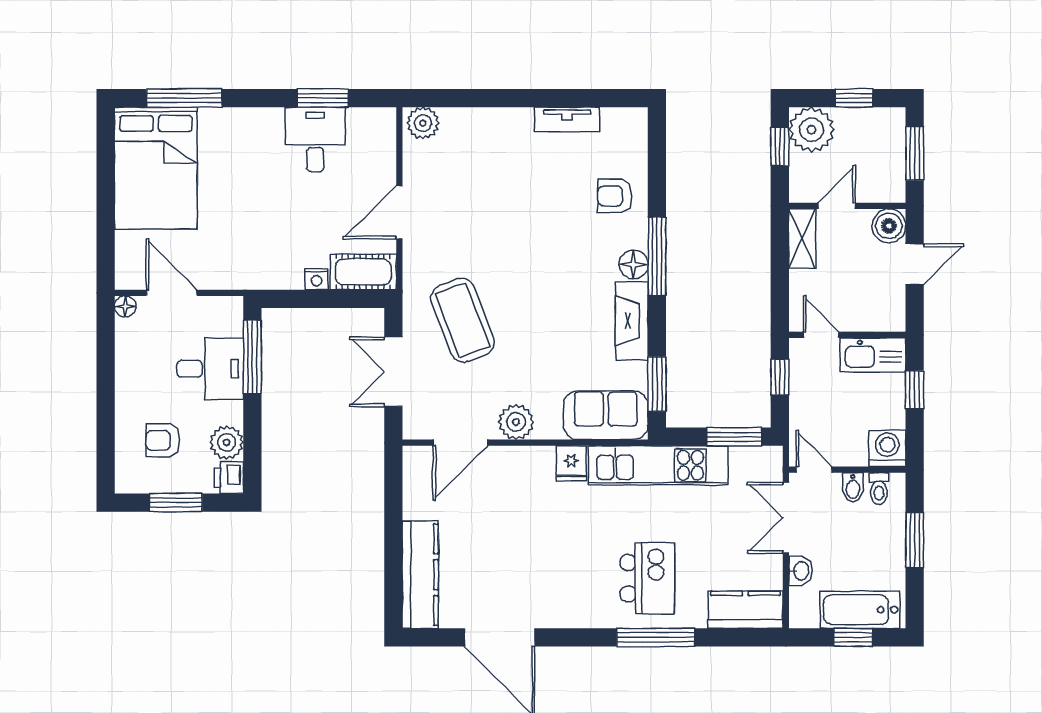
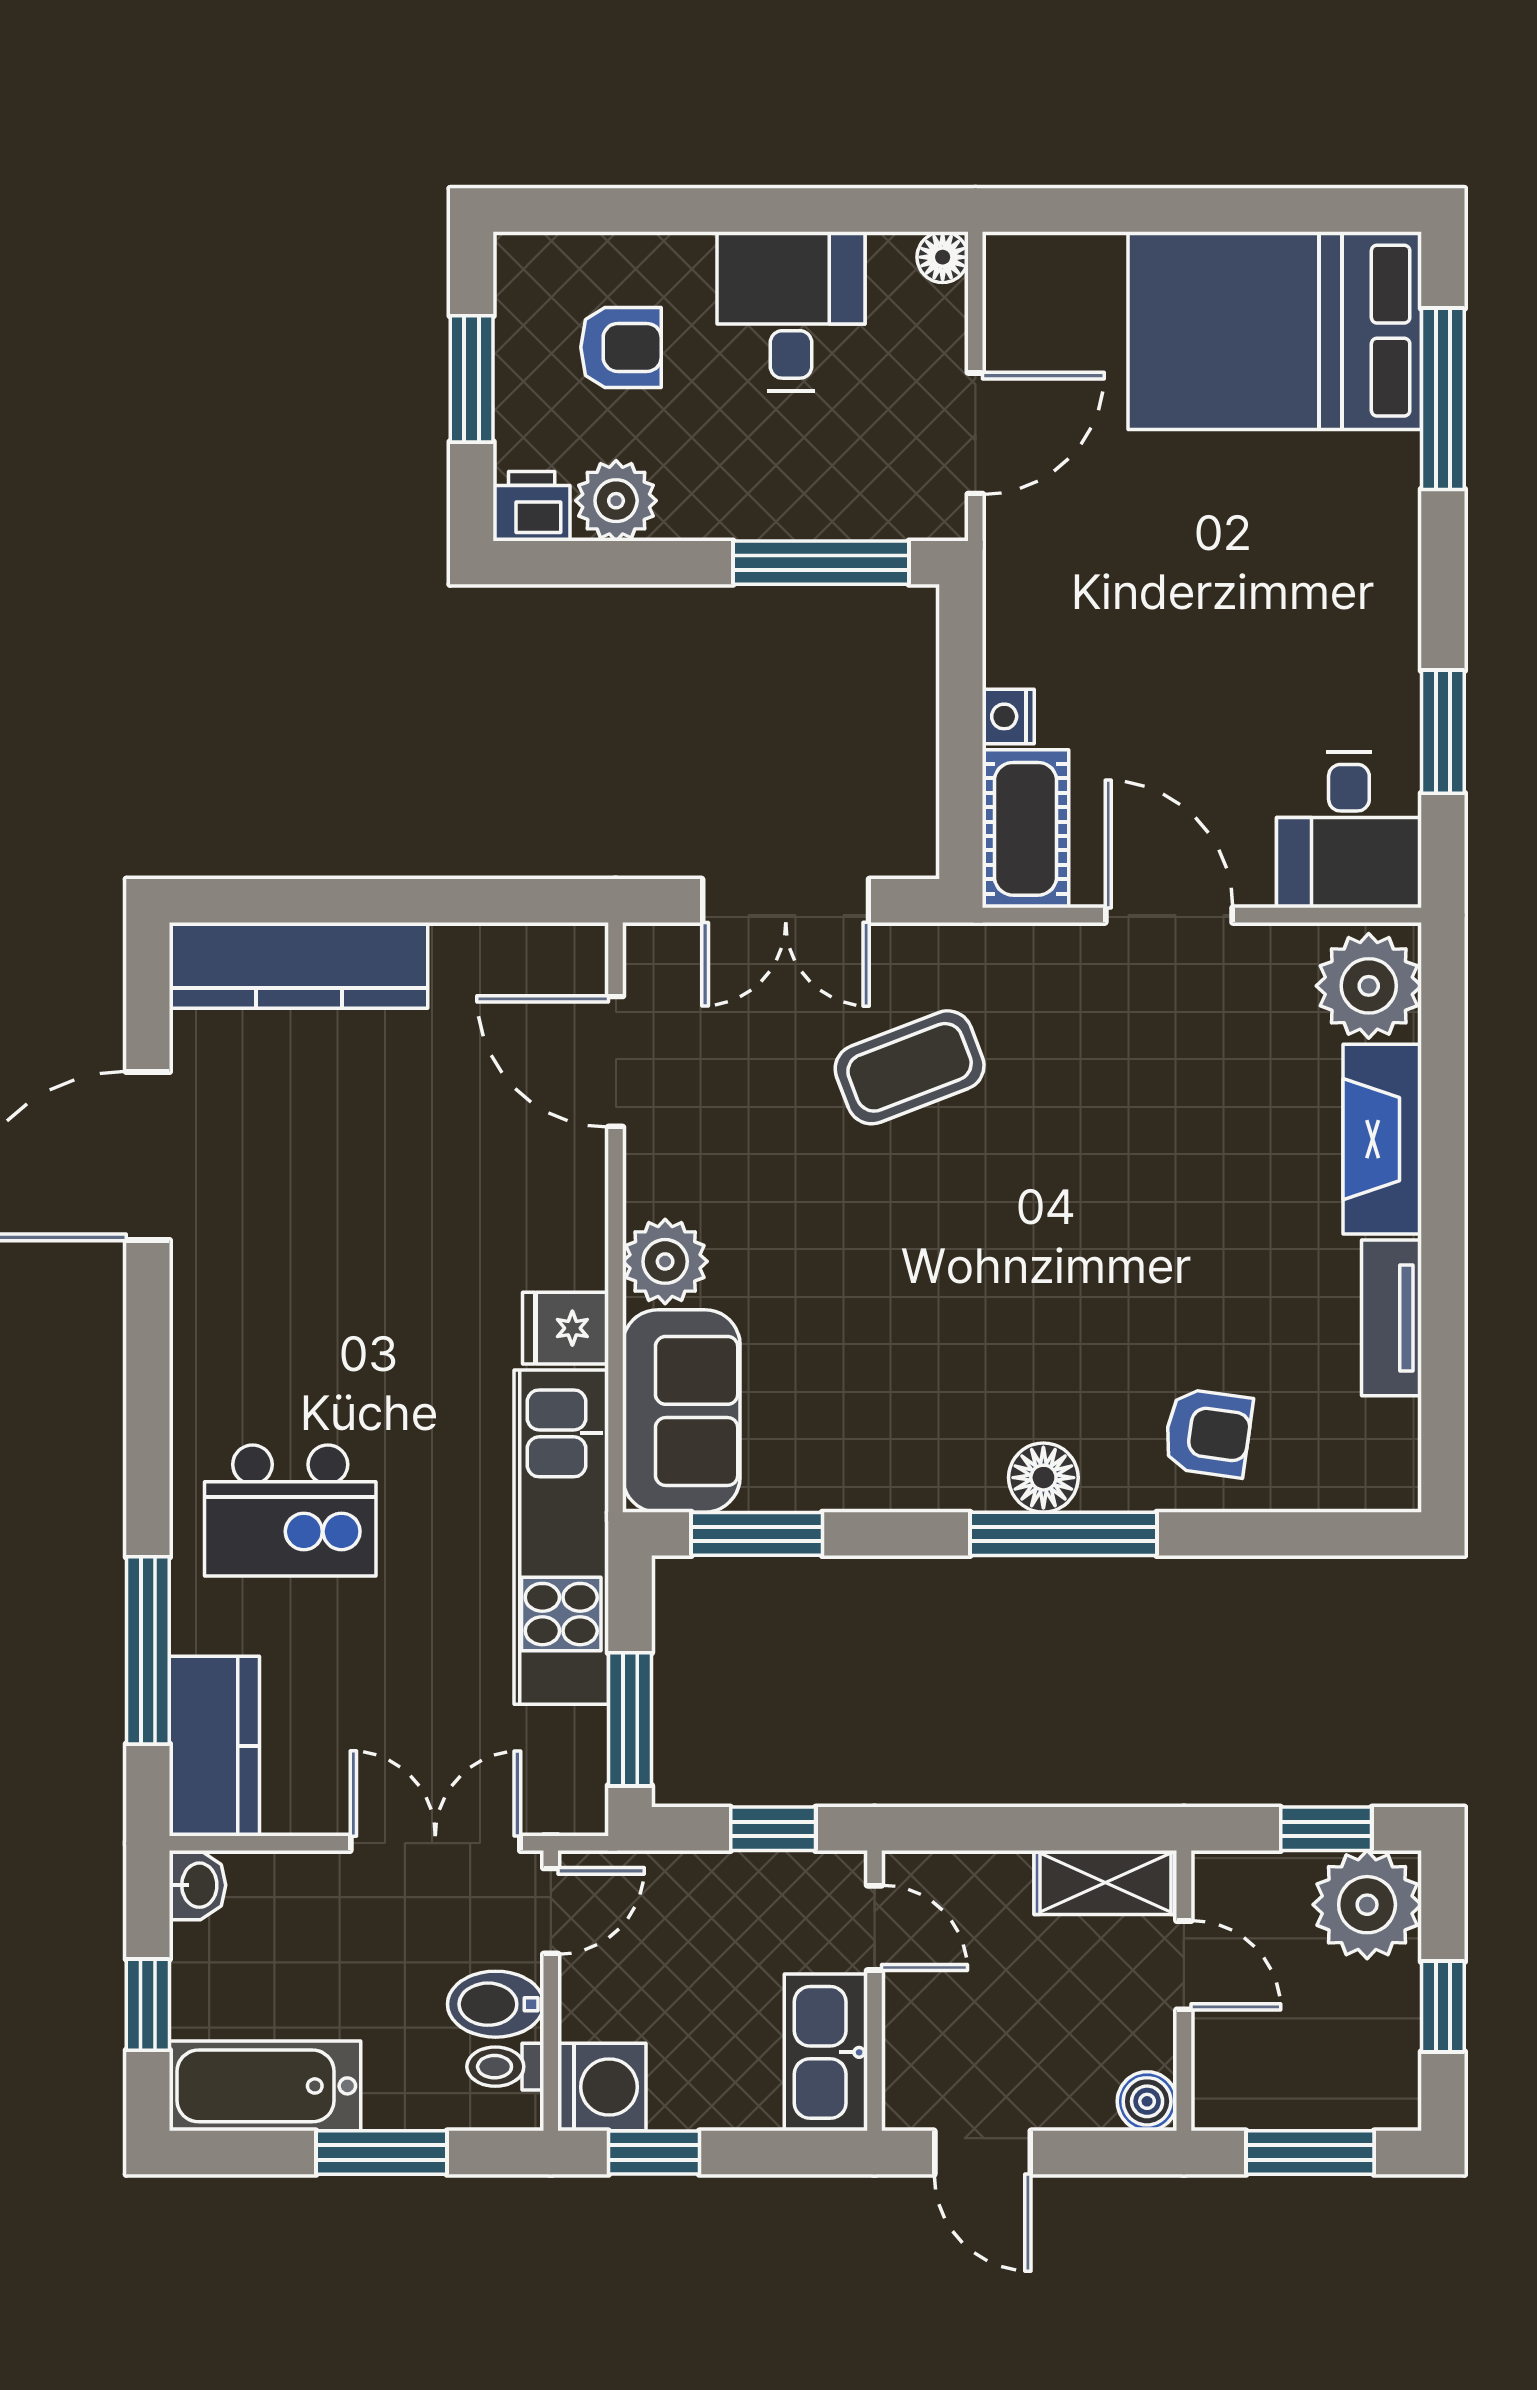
plant: (423, 123) -> (1369, 986), width x1.36, depth x1.36
desk: (315, 140) -> (1349, 830), moved, turned 90
armchair: (615, 196) -> (1208, 1433), turned 98
boiler: (889, 226) -> (1147, 2101), width x0.73, depth x0.73
door: (915, 264) -> (983, 2153), moved
door: (172, 293) -> (975, 433), moved
coffee table: (463, 320) -> (910, 1067), width x0.73, depth x0.76
fireplace: (632, 321) -> (1382, 1139), moved, turned -90
door: (821, 335) -> (875, 1928), hinge flipped
desk: (210, 369) -> (791, 311), moved, turned 180
double door: (393, 372) -> (786, 901), swing flipped
window: (915, 390) -> (654, 2153), moved
plant: (516, 422) -> (665, 1261), moved
armchair: (163, 440) -> (621, 347), turned 90
bidet: (853, 487) -> (496, 2004), width x1.38, depth x1.36
washbasin: (801, 571) -> (198, 1885), moved, turned -90
bathtub: (860, 610) -> (265, 2086), moved, turned -90
window: (656, 637) -> (148, 1650), moved

